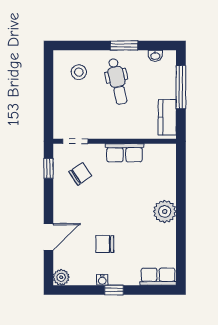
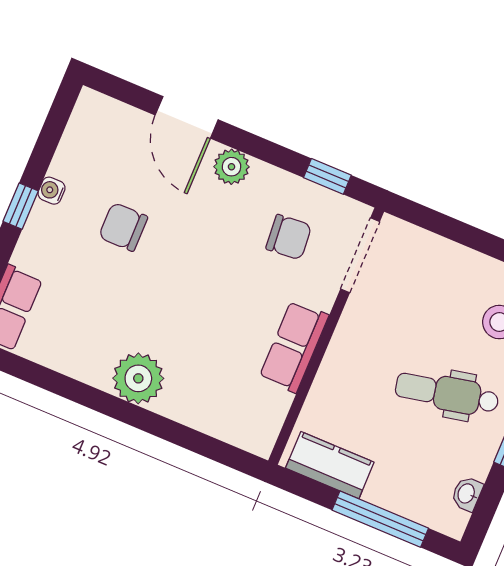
doorway: (75, 141) -> (360, 255), width x1.38
chair: (80, 174) -> (289, 237), turned -61
chair: (105, 244) -> (123, 227), turned -90
plant: (61, 277) -> (231, 167), moved

